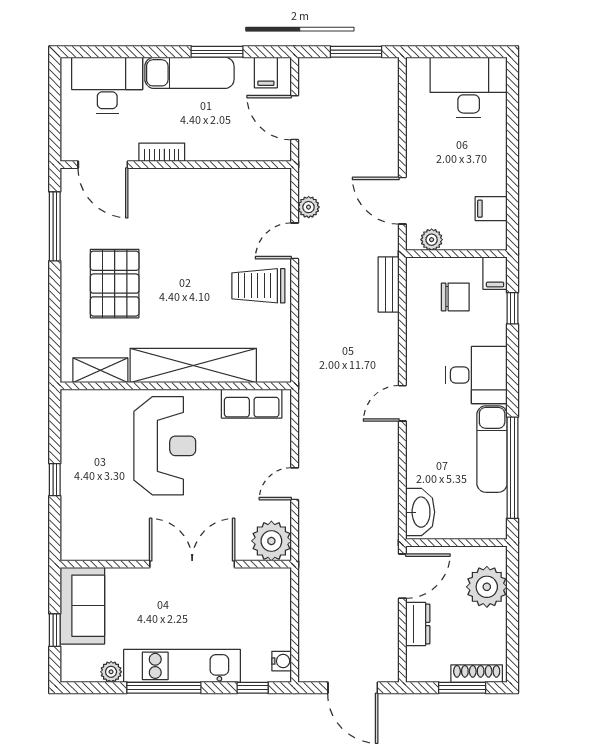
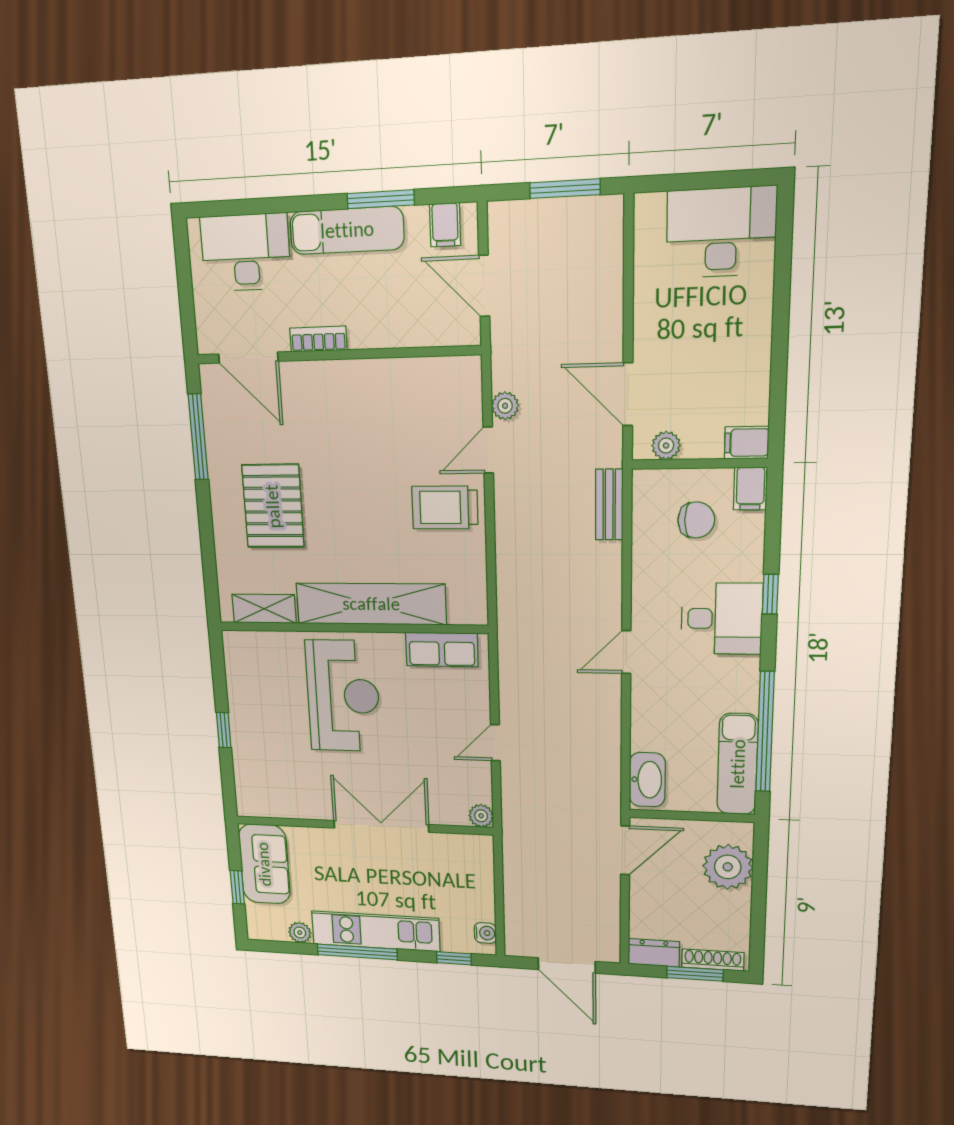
filing cabinet: (491, 209) -> (747, 443), moved
window: (513, 308) -> (770, 594), moved
exam couch: (492, 449) -> (738, 764), moved
plant: (271, 541) -> (481, 816), width x0.53, depth x0.53
dresser: (418, 624) -> (654, 953), moved, turned -90

